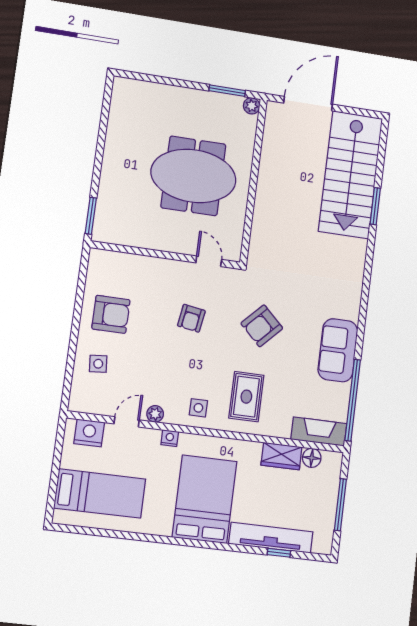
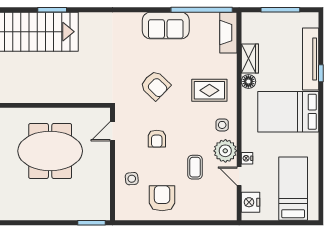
meeting table: (193, 176) -> (50, 151), turned 90
armchair: (191, 318) -> (157, 139), turned 81
side table: (98, 364) -> (132, 179), moved
coffee table: (147, 364) -> (195, 167), added
plant: (155, 414) -> (225, 151), width x1.87, depth x1.87
nightstand: (170, 438) -> (247, 158), moved
floor lamp: (312, 458) -> (248, 81), moved
window: (279, 553) -> (321, 73), moved

